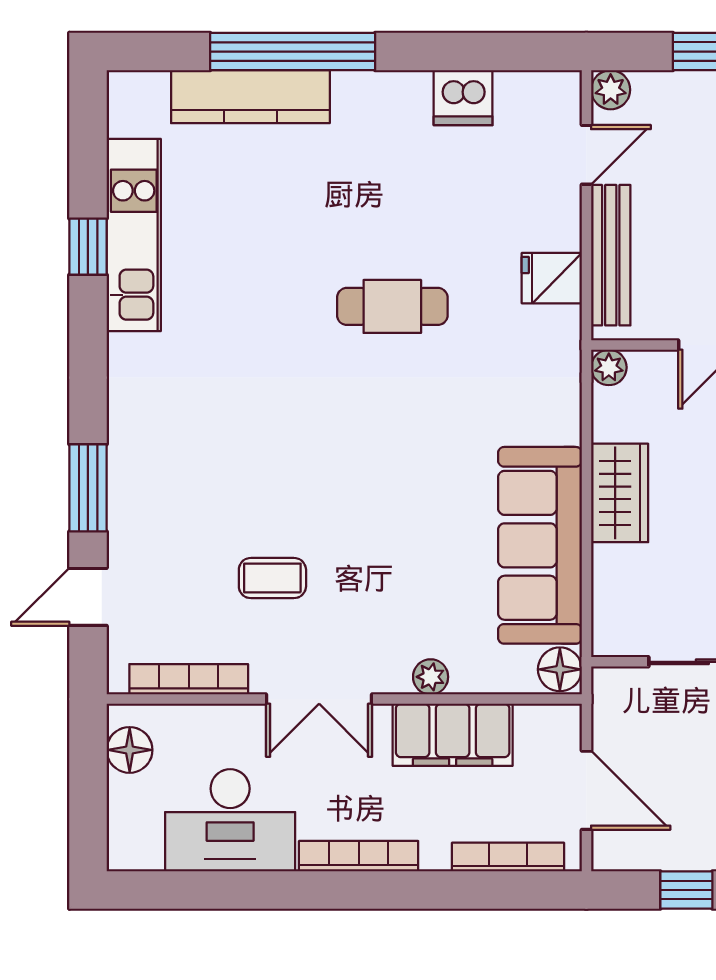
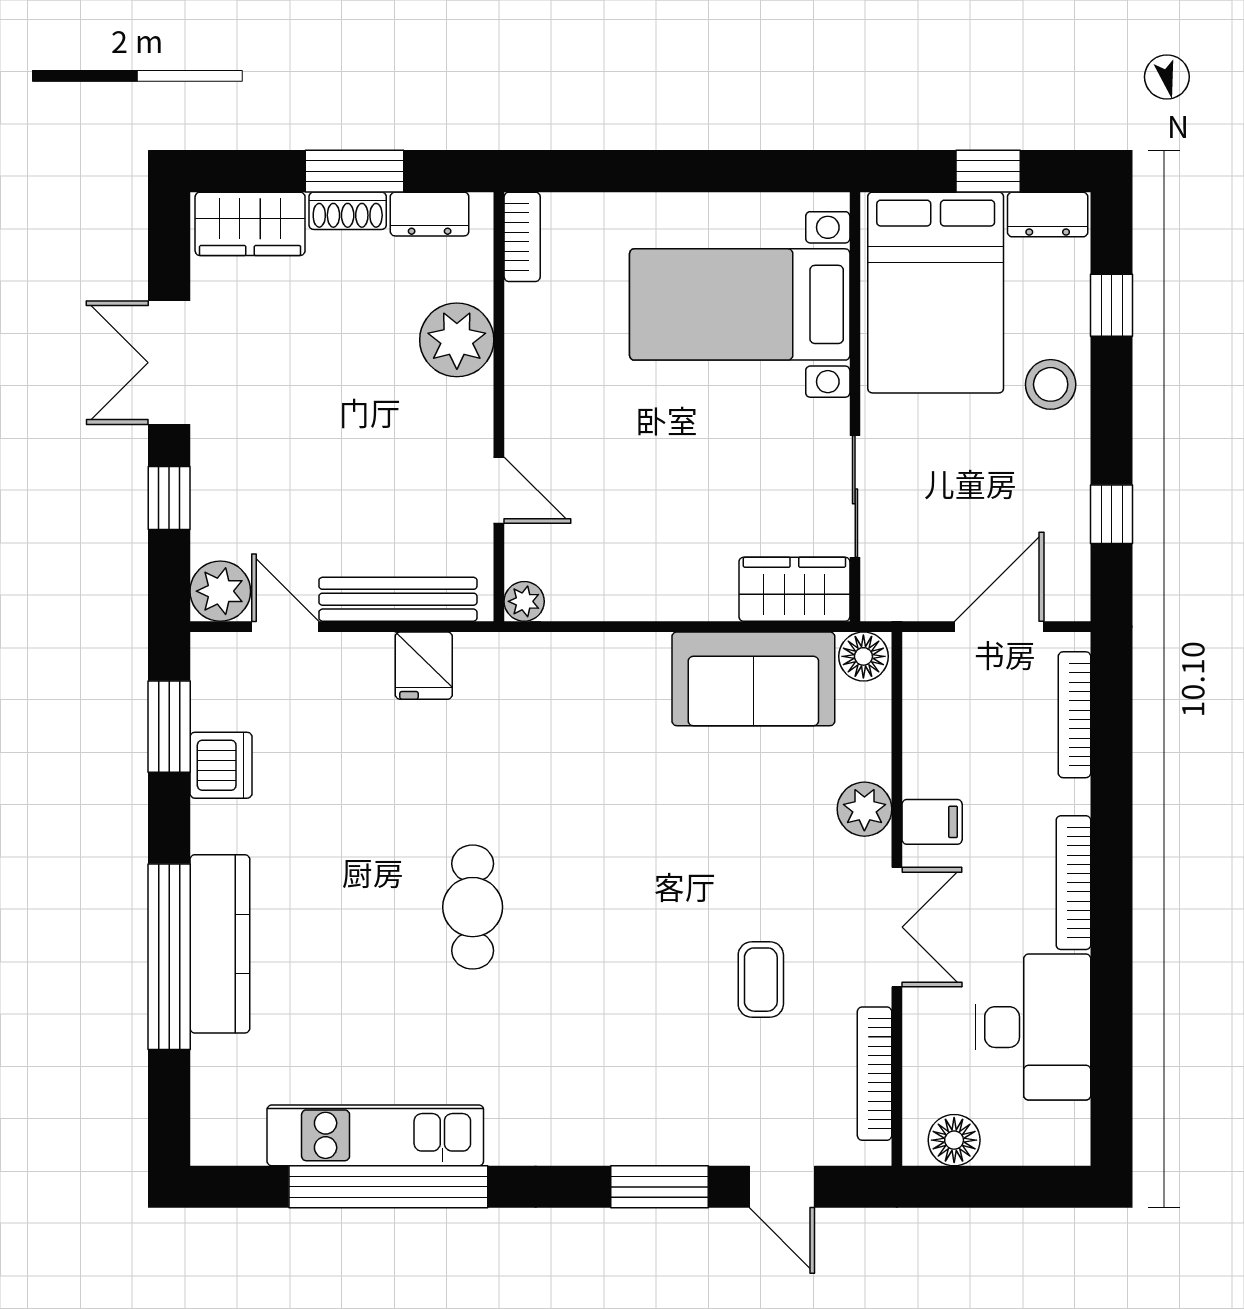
window: (497, 52) -> (169, 727), added
plant: (611, 90) -> (220, 591), width x1.38, depth x1.38
kitchen counter: (250, 97) -> (220, 944), moved
window: (88, 247) -> (388, 1187), width x3.17
cafe table: (392, 306) -> (473, 907), moved
wardrobe: (620, 493) -> (794, 589), moved
sofa: (540, 545) -> (753, 679), width x0.73
plant: (431, 677) -> (864, 809), width x1.38, depth x1.38
filing cabinet: (453, 735) -> (932, 822), width x0.33, depth x0.86

